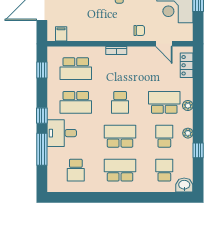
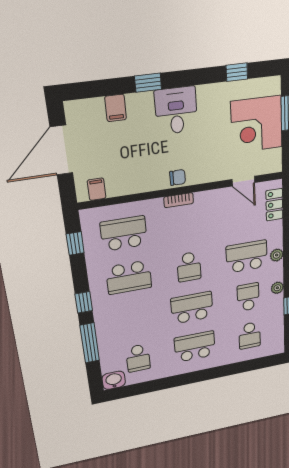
chair: (139, 30) -> (178, 177), moved
school desk: (76, 69) -> (124, 234), turned 180
desk: (62, 133) -> (114, 319), removed
school desk: (164, 170) -> (250, 335), turned 180
washbasin: (184, 185) -> (114, 380), moved

